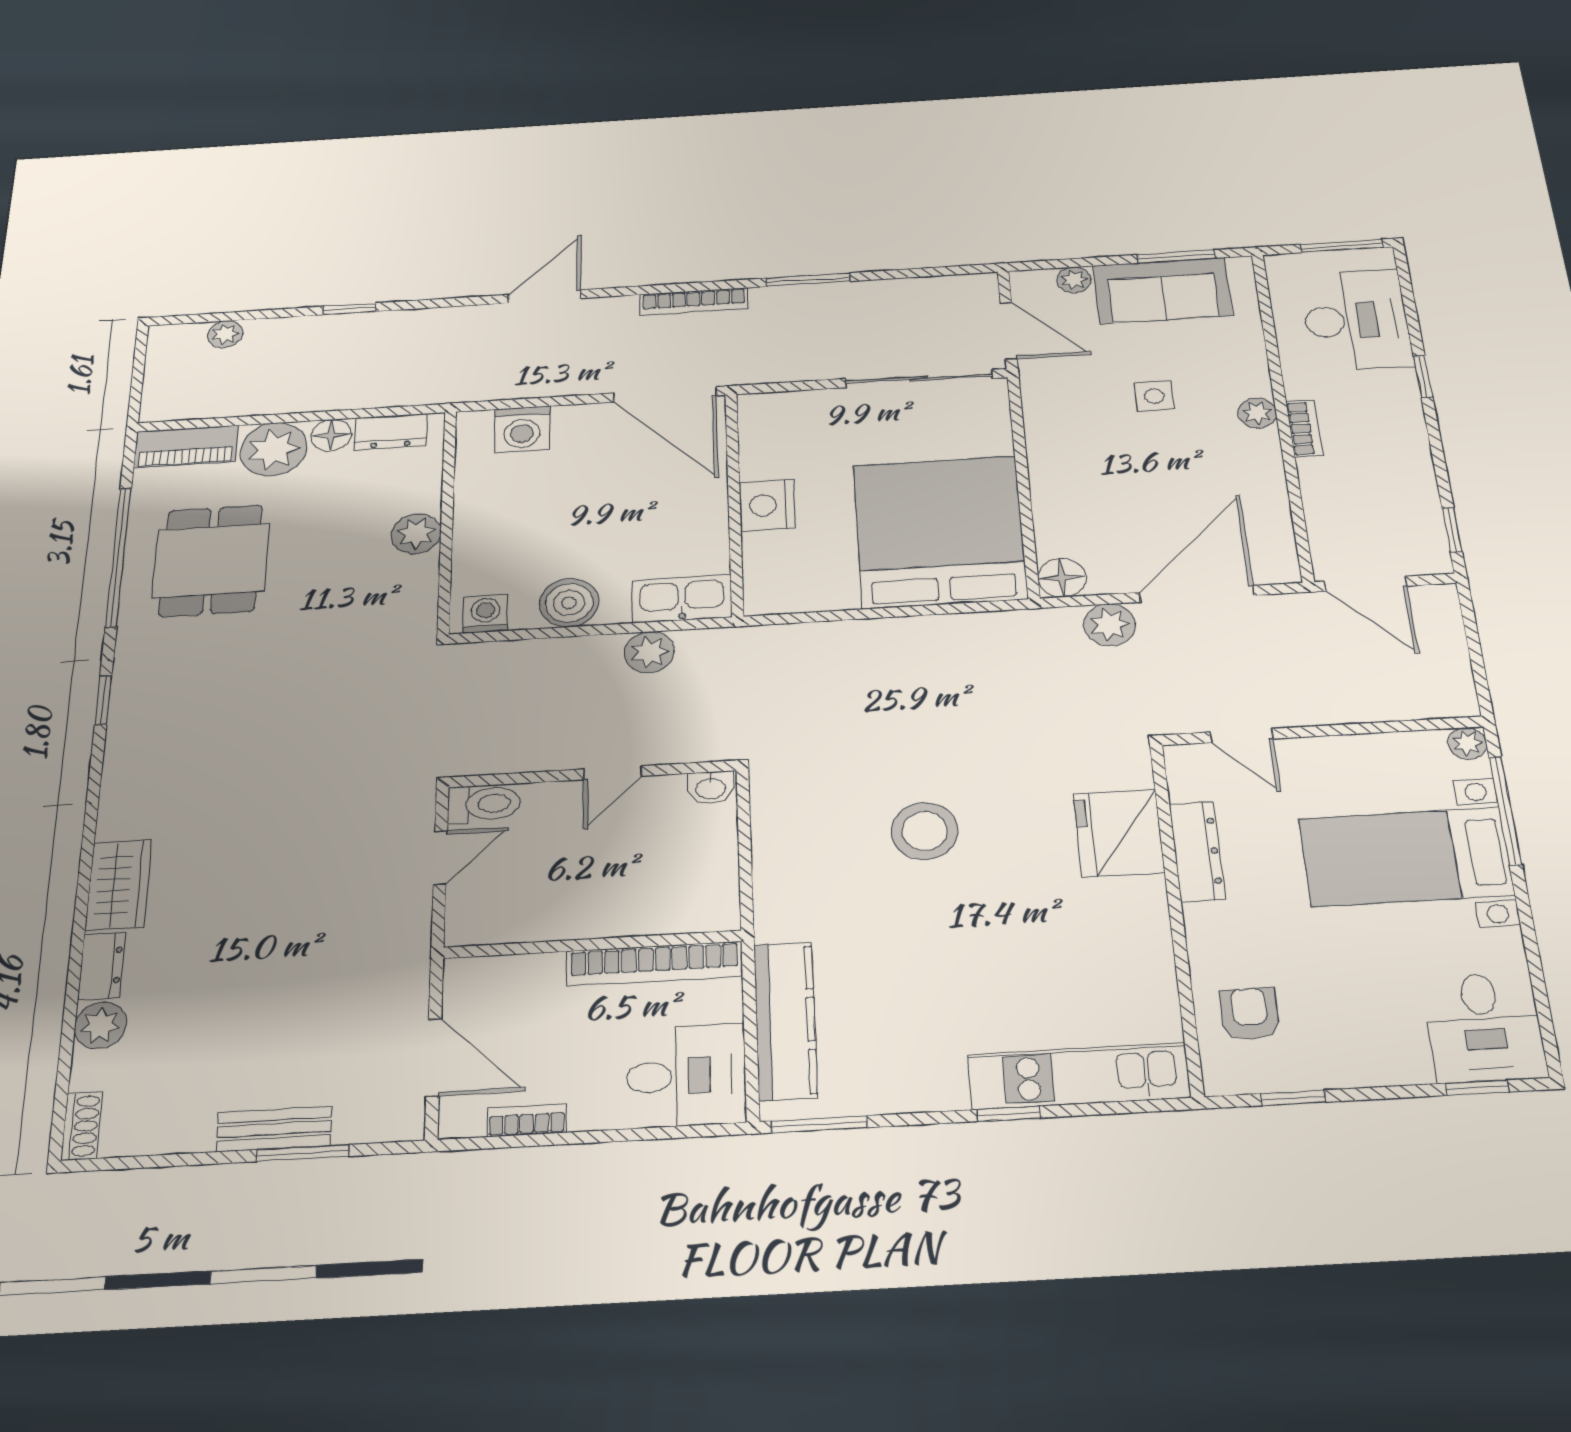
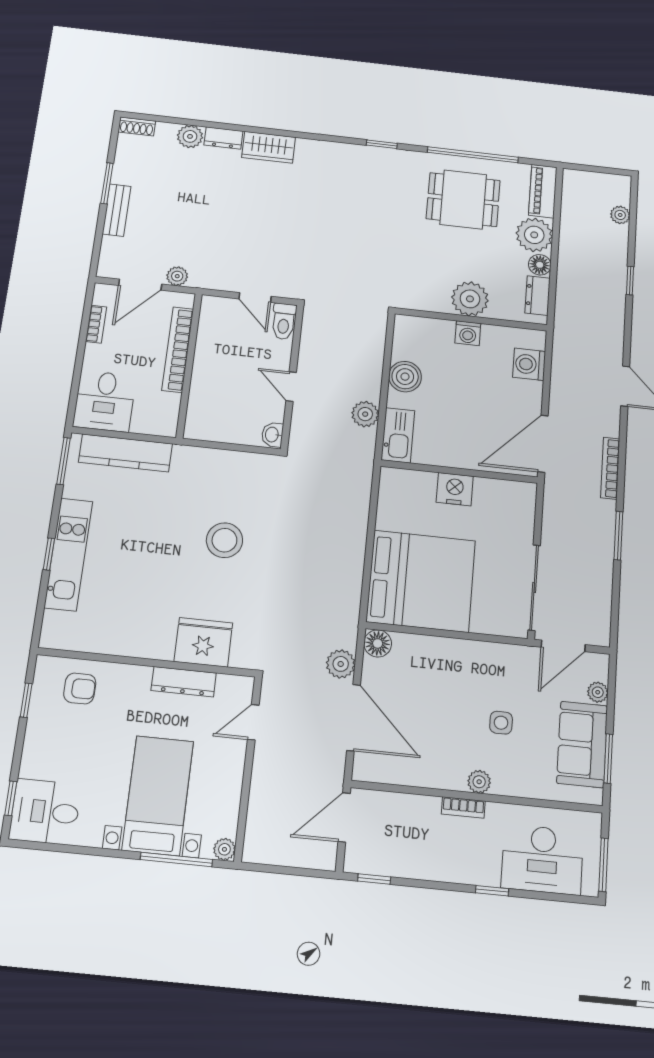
plant: (416, 534) -> (470, 299), width x1.36, depth x1.36
washing machine: (485, 614) -> (468, 333), moved, turned 90
bookcase: (654, 964) -> (178, 349), moved
plant: (409, 996) -> (177, 276), added
kitchen unit: (1079, 1076) -> (68, 554), moved
window: (303, 1153) -> (107, 183), moved

